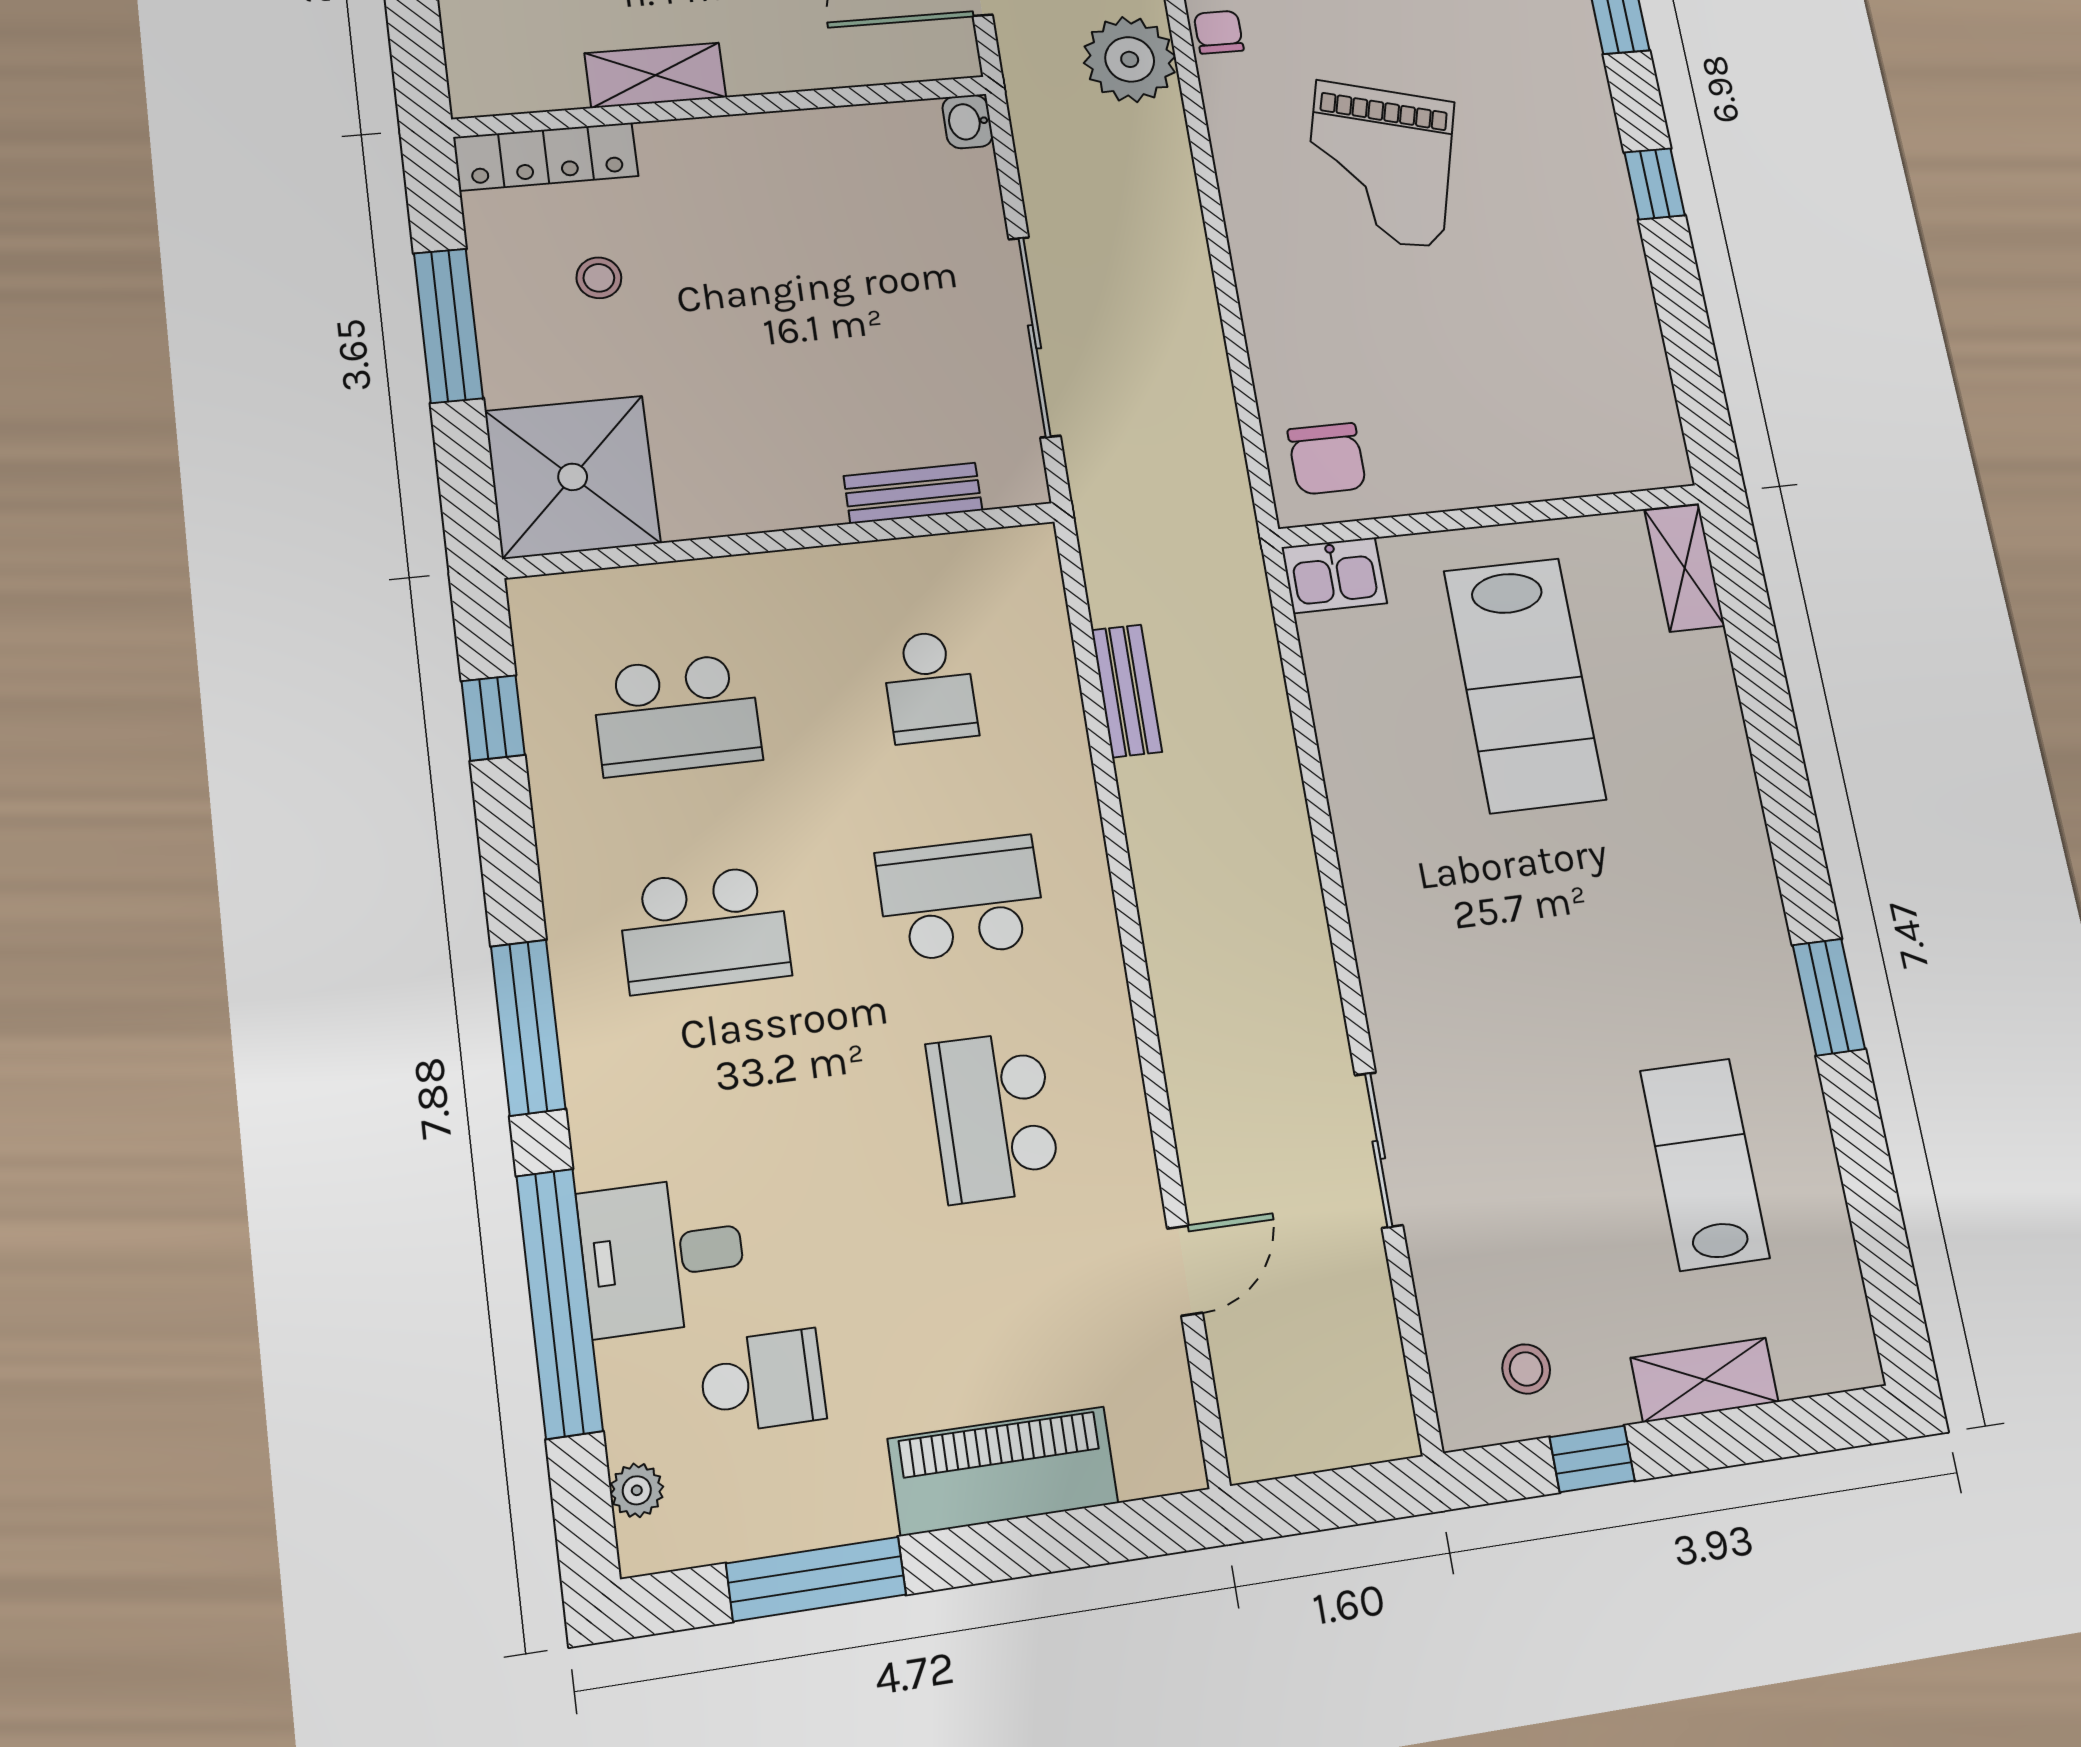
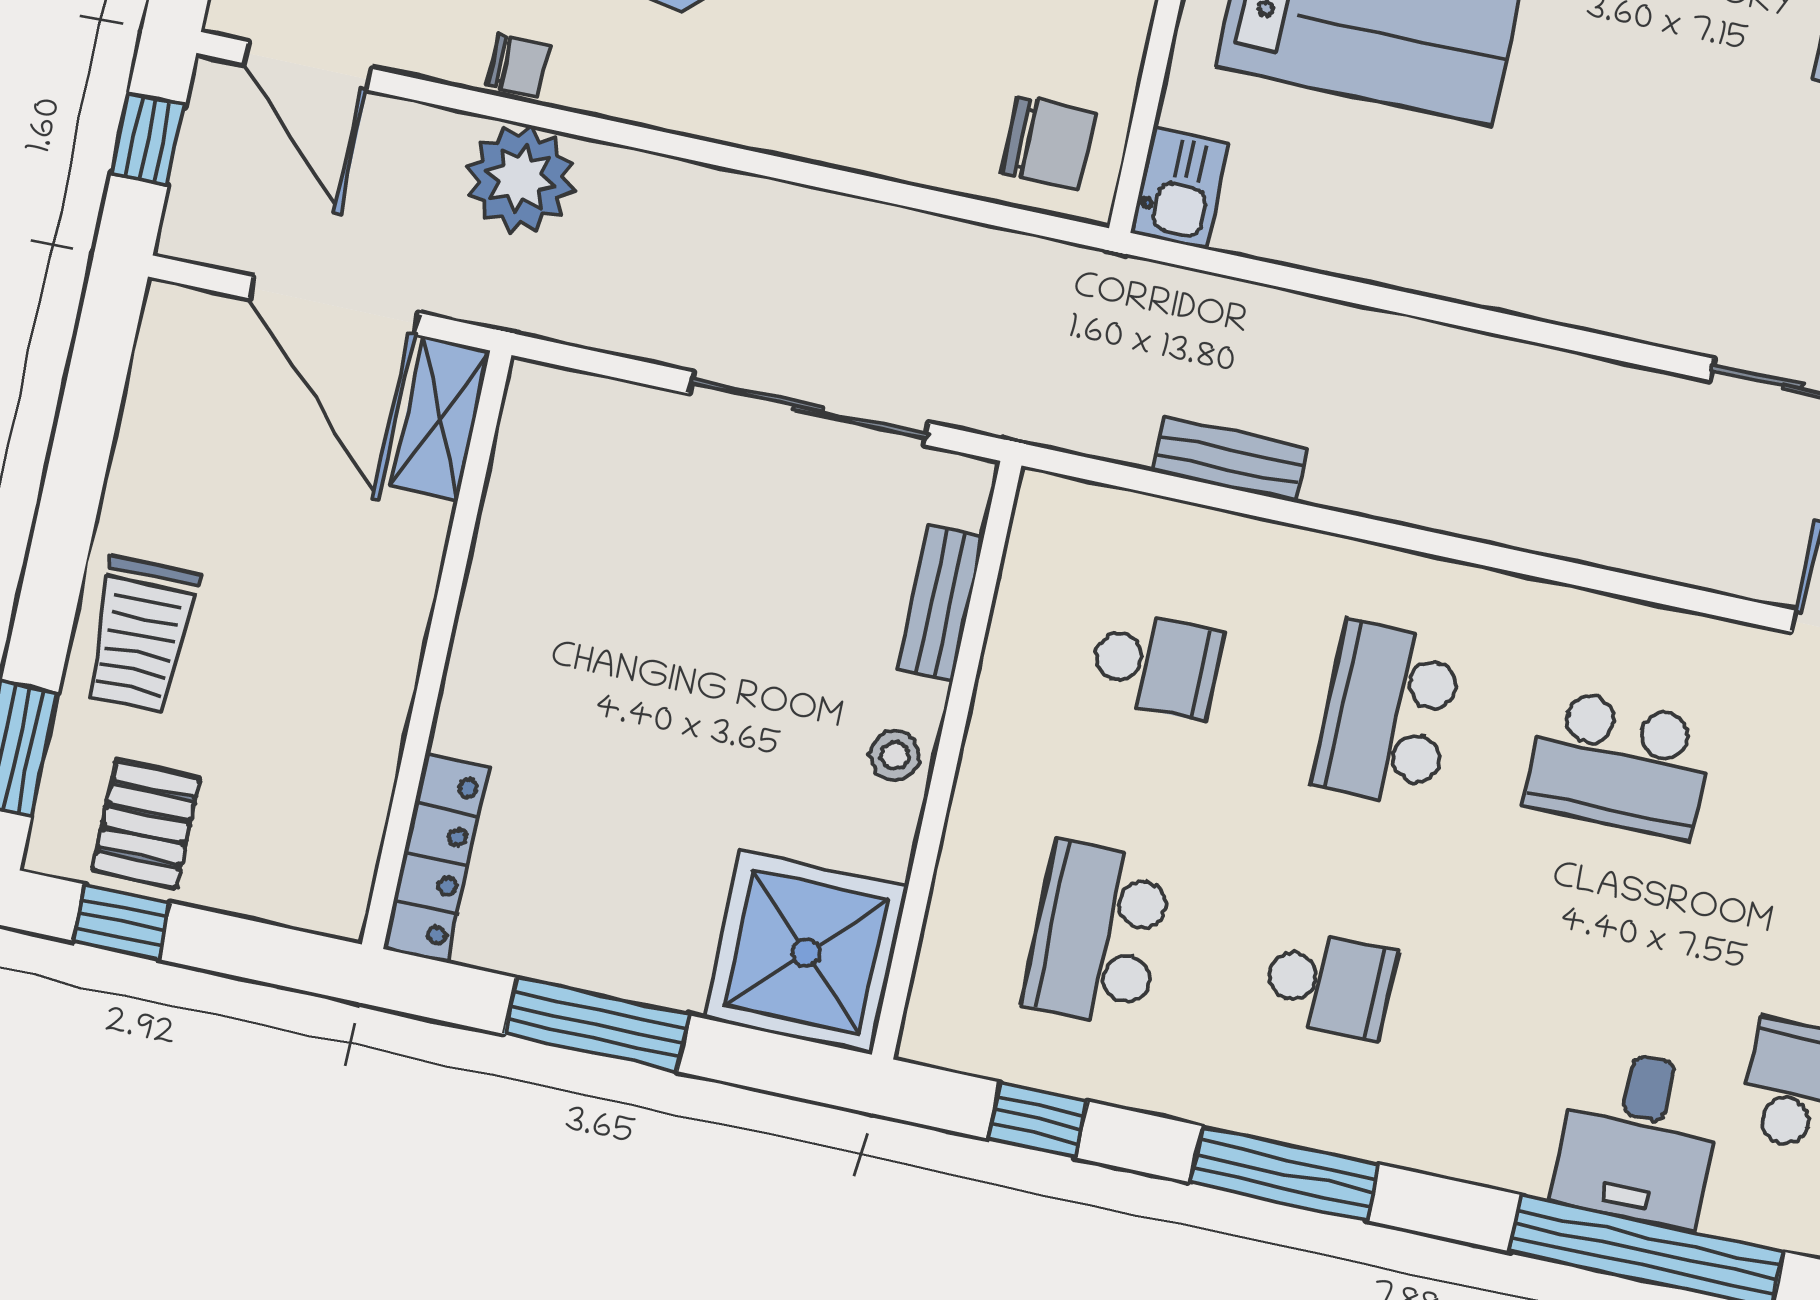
chair: (1219, 32) -> (518, 65), turned 180
shelving: (655, 75) -> (440, 418), moved
washbasin: (968, 122) -> (538, 388), removed
stool: (599, 278) -> (895, 755), moved
school desk: (677, 715) -> (1097, 934), turned 180
school desk: (704, 929) -> (1329, 984), width x0.54
window: (528, 1027) -> (1284, 1173), moved

